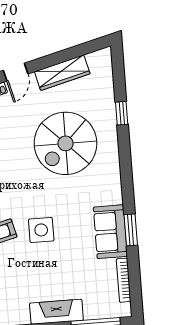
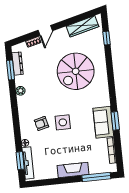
wardrobe: (62, 73) -> (82, 26), moved
window: (122, 113) -> (106, 38), moved

